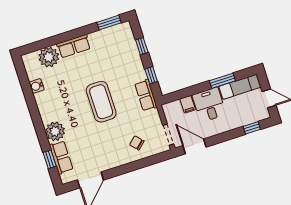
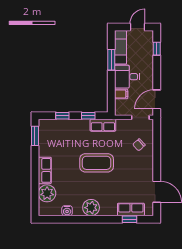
plant: (55, 131) -> (91, 208), moved

